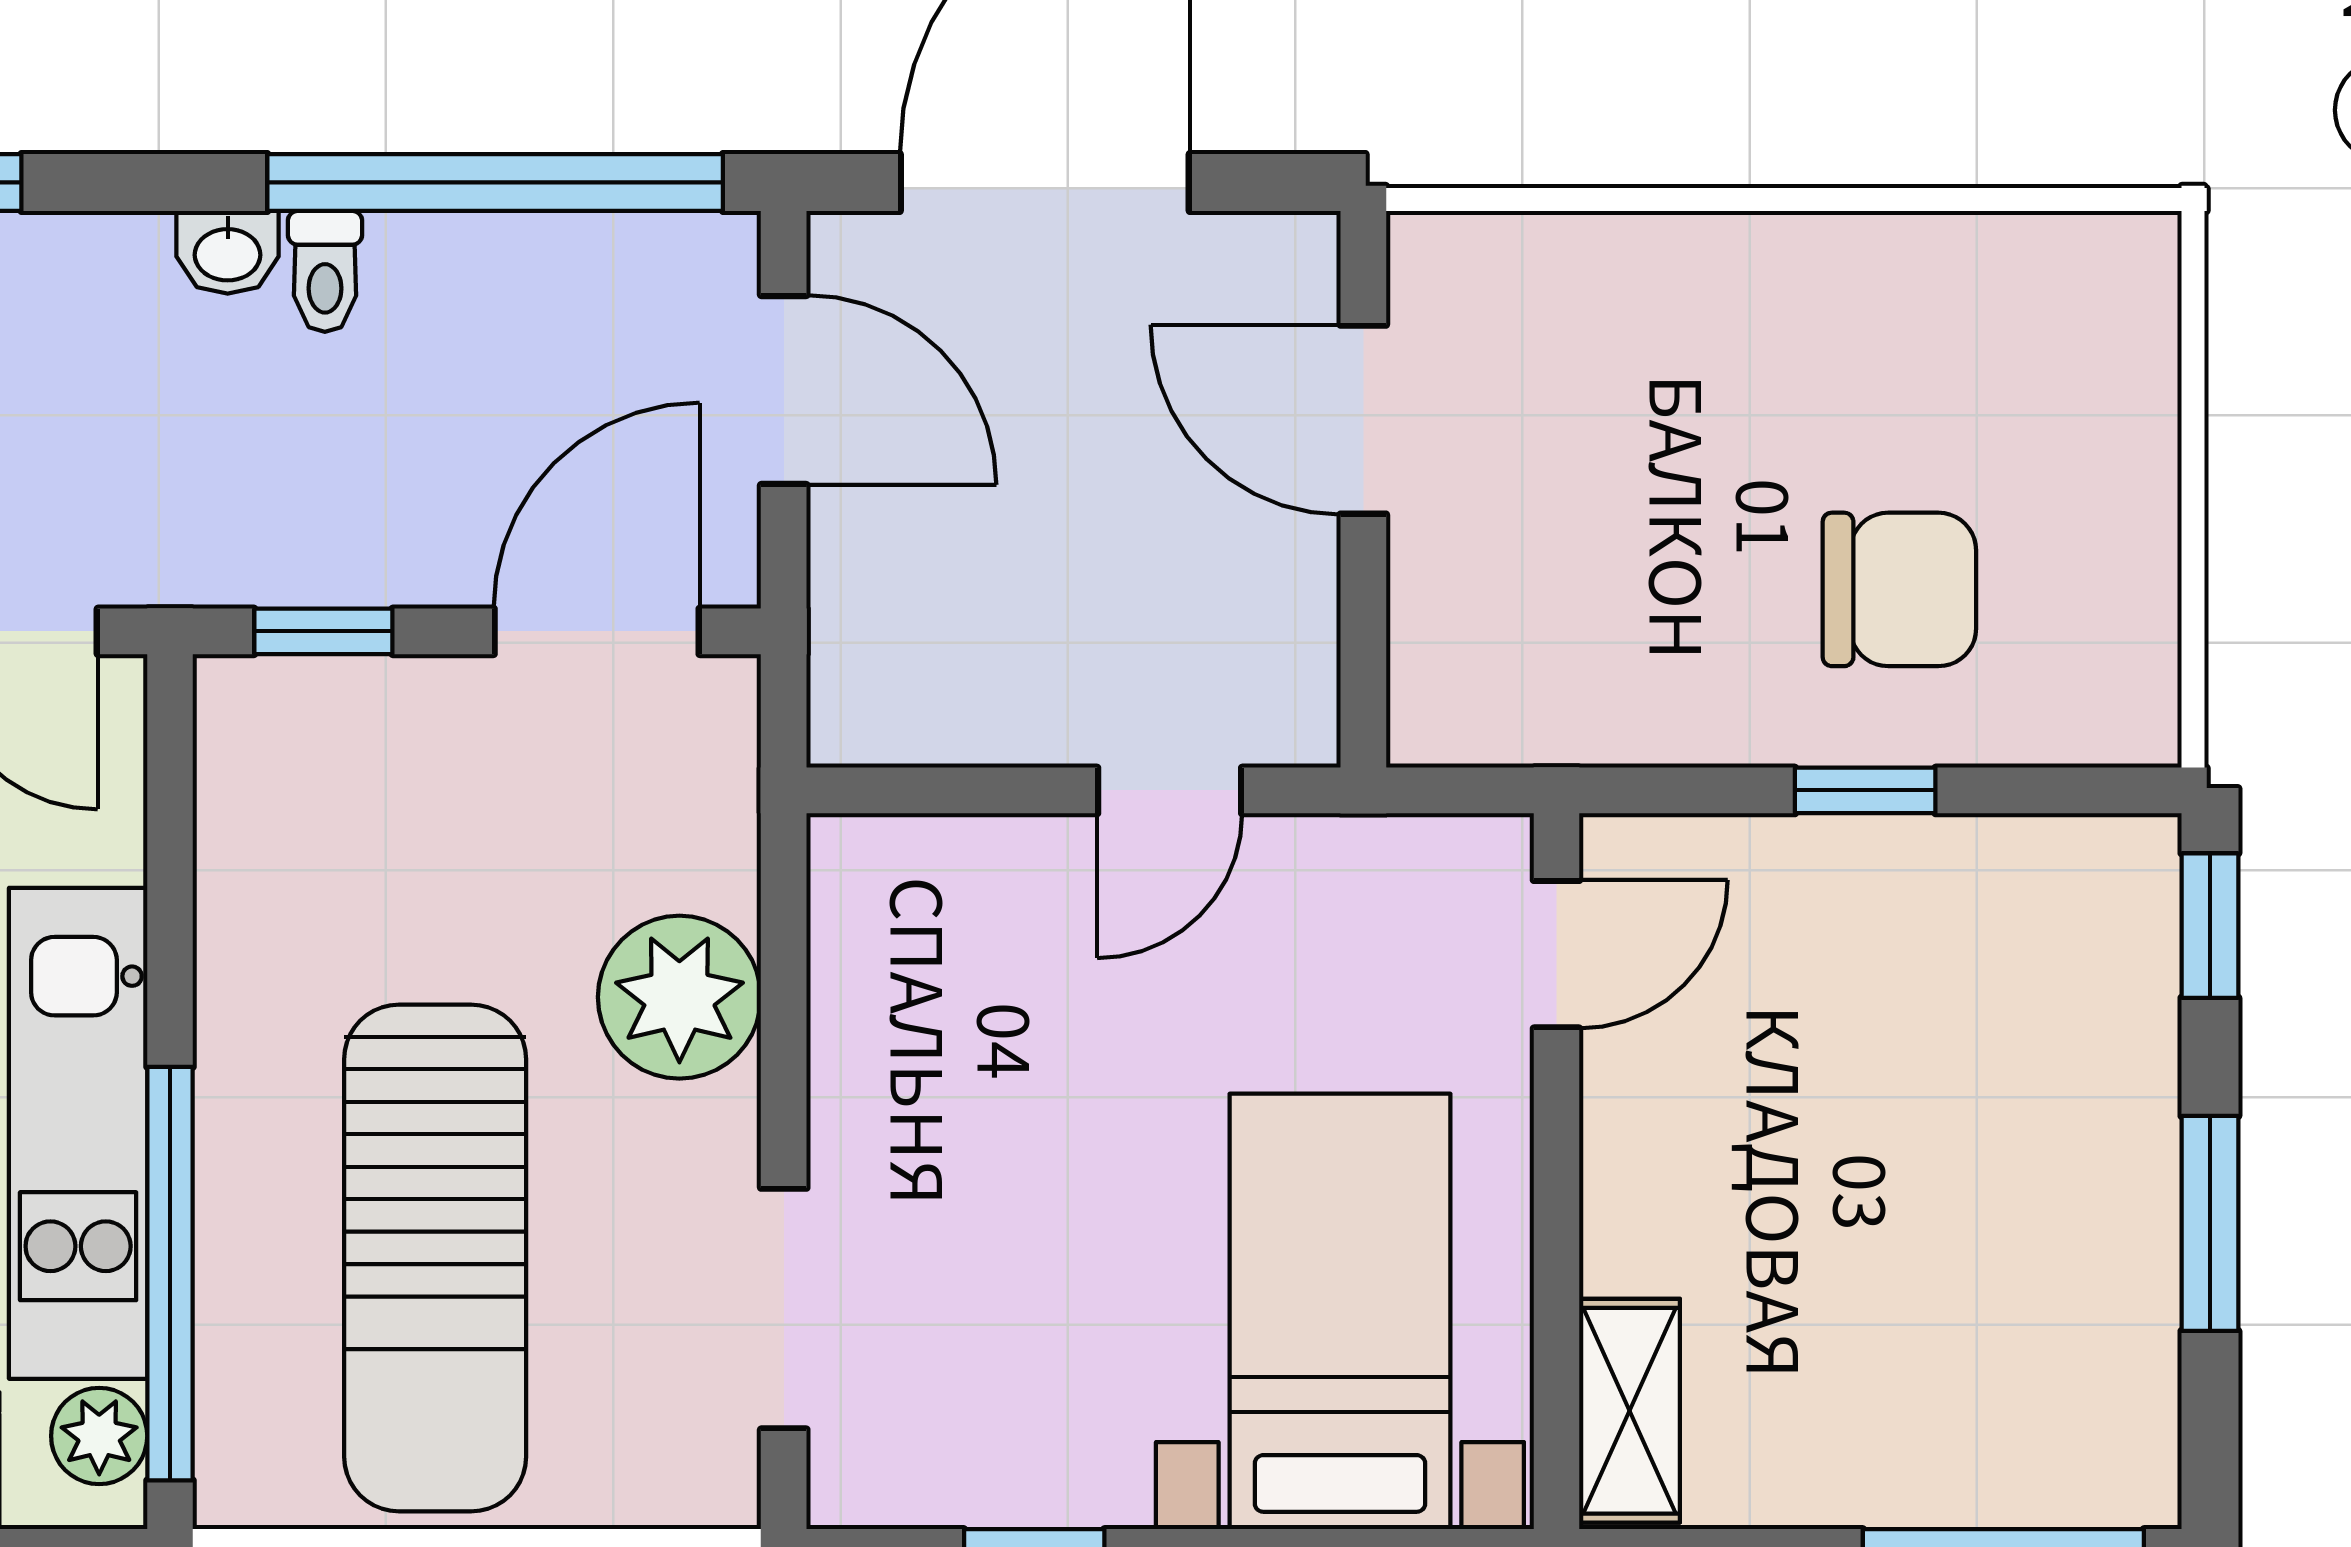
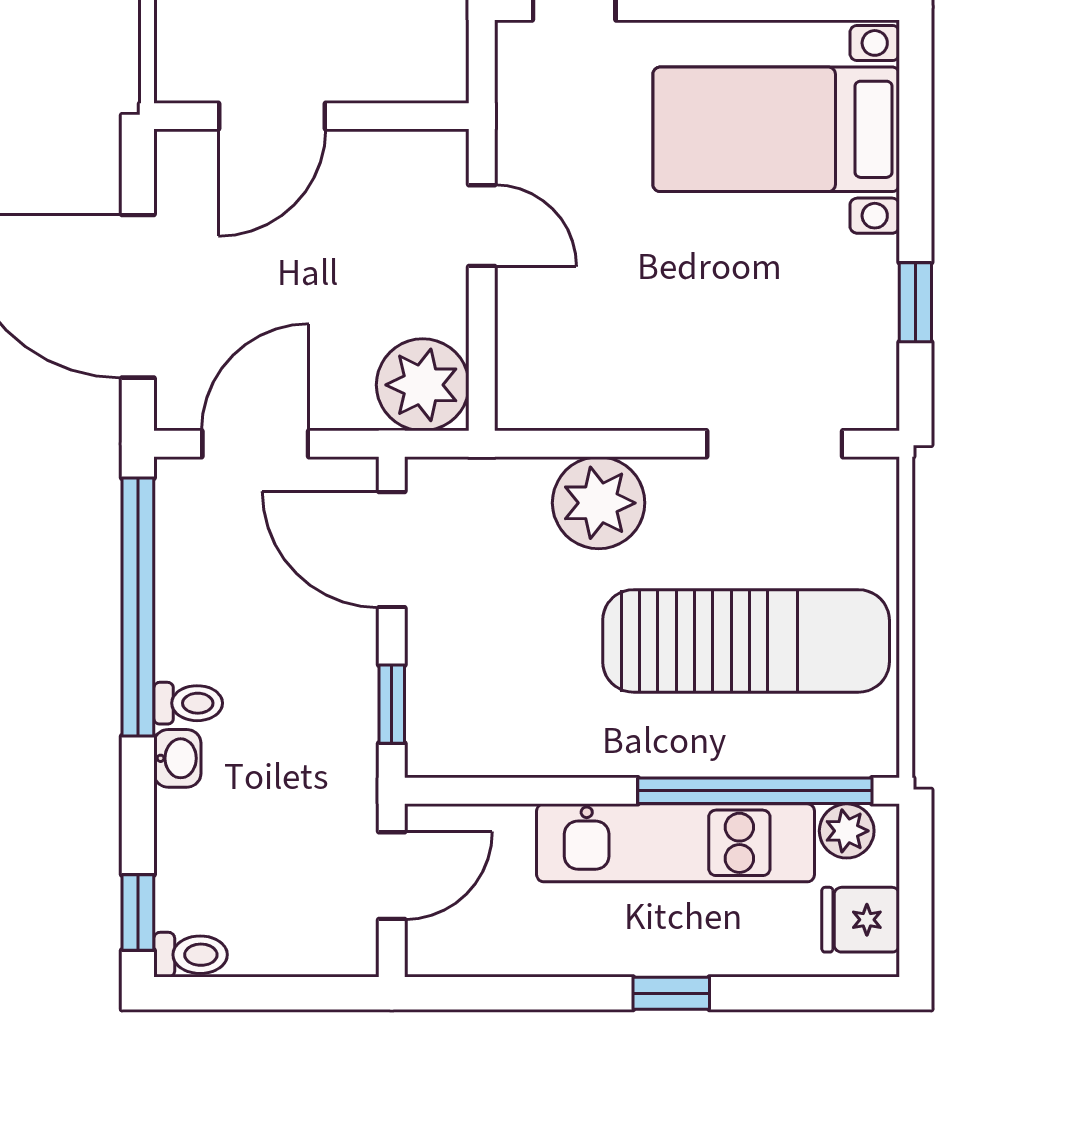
plant: (888, 686) -> (423, 385), added

